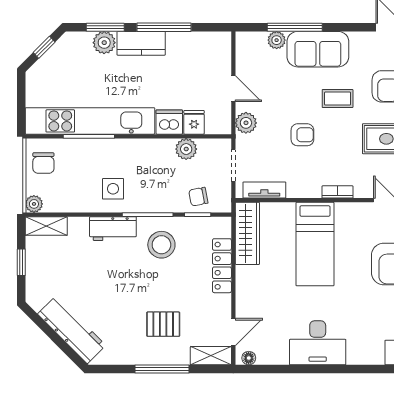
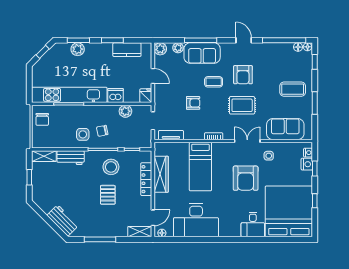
window: (164, 27) -> (112, 40), width x0.69
window: (295, 27) -> (201, 40), moved
kitchen counter: (141, 43) -> (127, 50), moved
fridge: (194, 122) -> (146, 96), moved
plant: (246, 123) -> (160, 49), moved
chair: (198, 197) -> (102, 131), moved
plant: (34, 204) -> (37, 143), removed
workbench: (113, 229) -> (71, 158), moved
wardrobe: (247, 233) -> (161, 174), moved
pallet: (163, 324) -> (108, 195), moved, turned 90
workbench: (72, 330) -> (63, 220), width x0.73
desk: (318, 343) -> (196, 220), width x1.36, depth x1.30
window: (162, 369) -> (100, 239), moved

